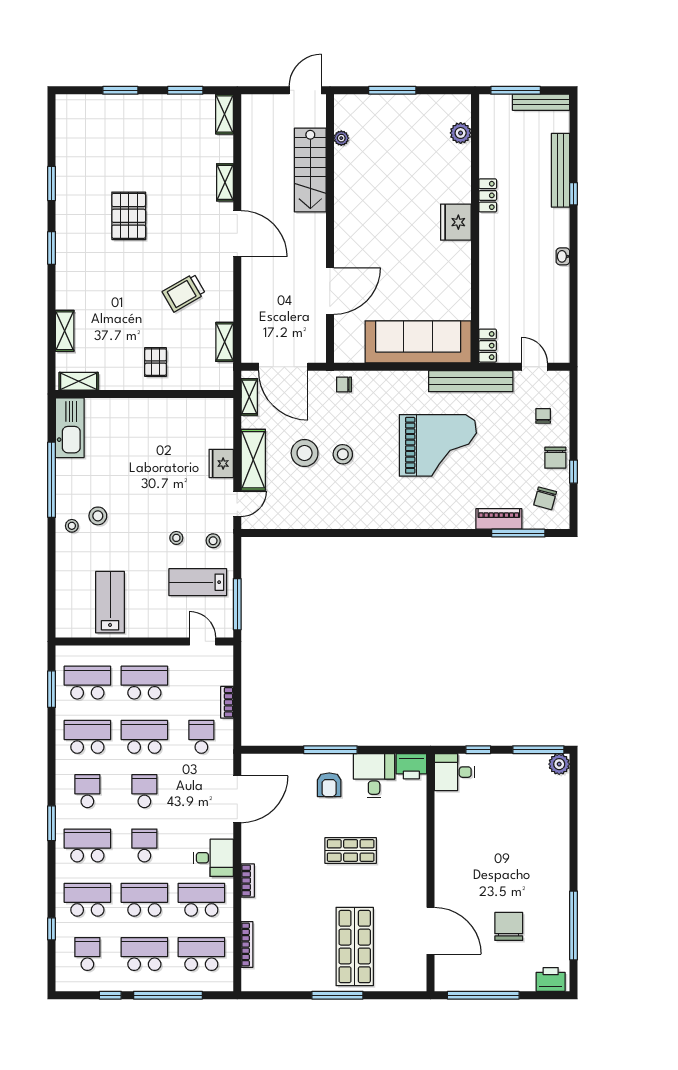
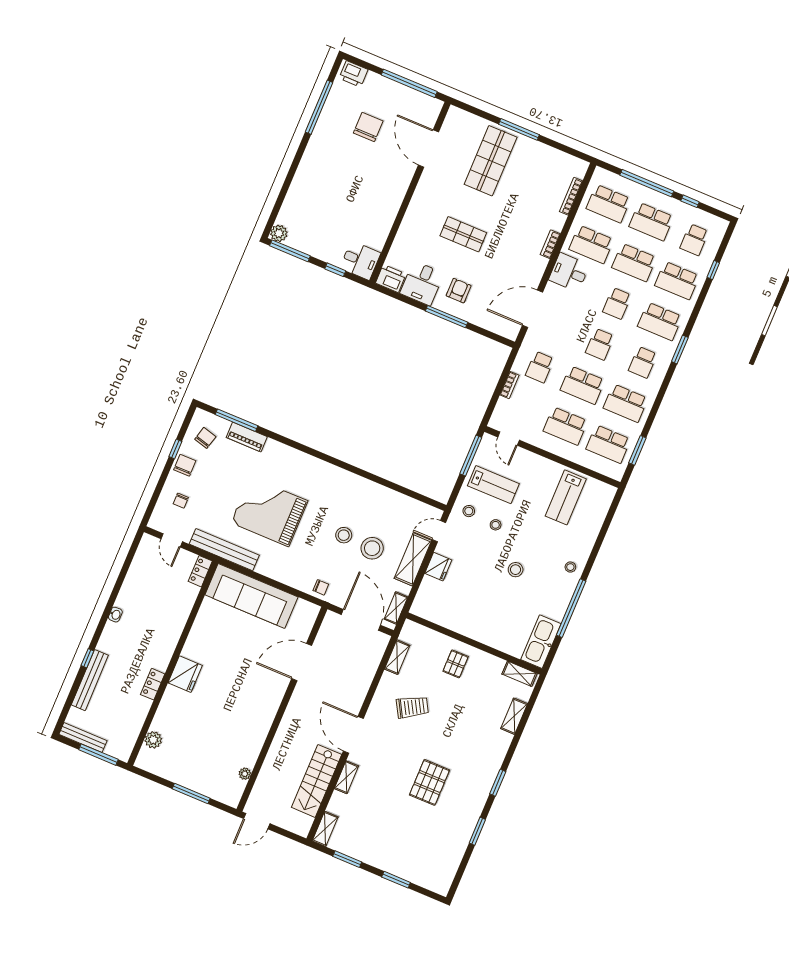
stairs: (310, 170) -> (317, 781), moved, turned 180
stool: (98, 516) -> (516, 570), moved
chair: (509, 926) -> (368, 127), turned 180

